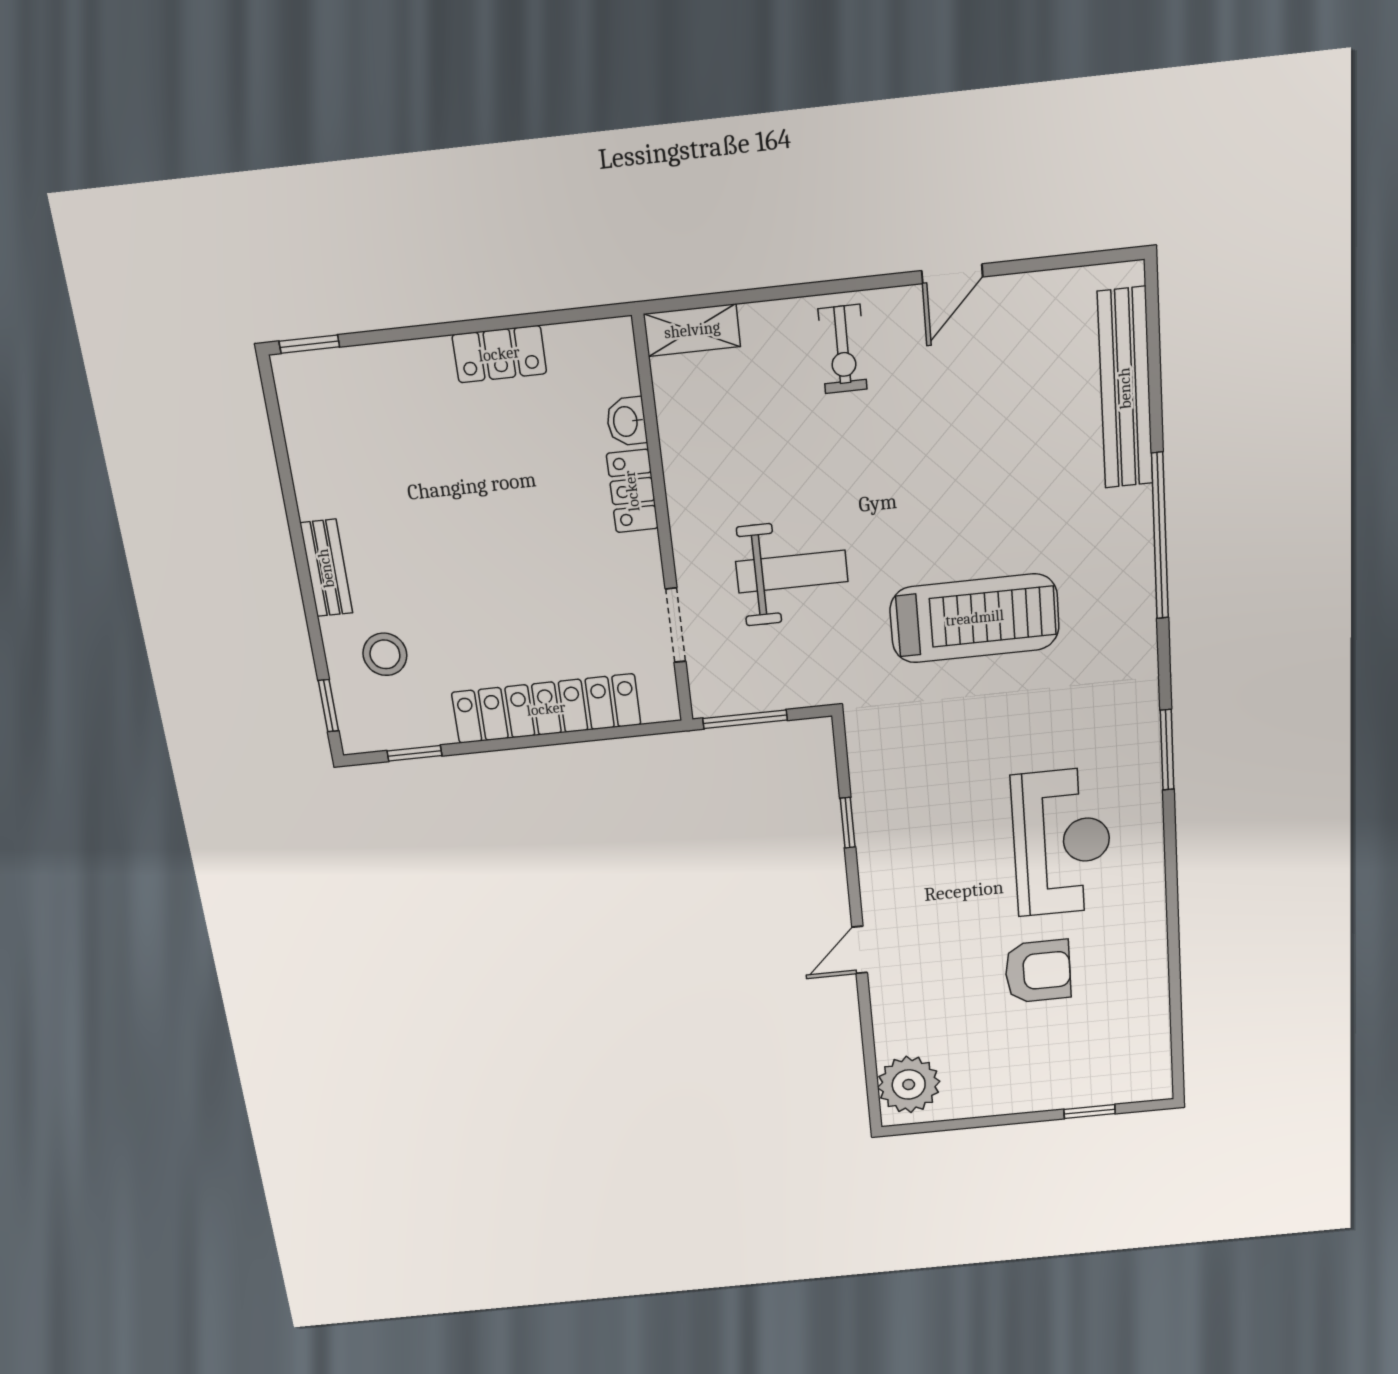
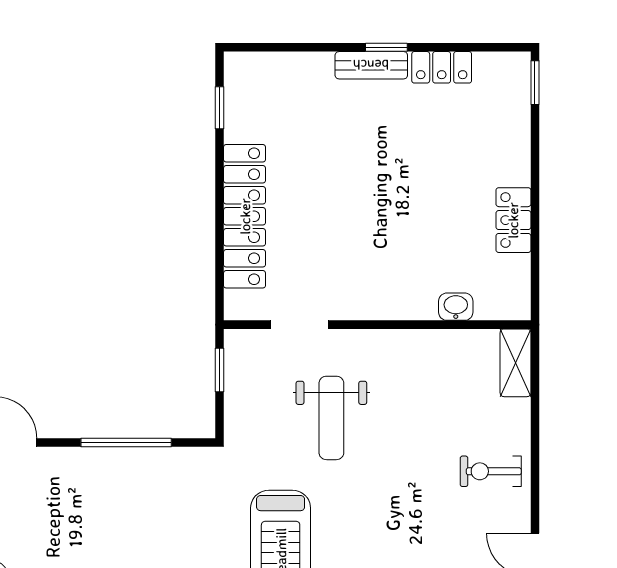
locker: (632, 491) -> (442, 67), moved, turned 180
stool: (385, 654) -> (300, 98), removed
window: (328, 706) -> (386, 47), moved
window: (745, 719) -> (220, 370), width x0.67
window: (848, 823) -> (126, 442), width x2.17

